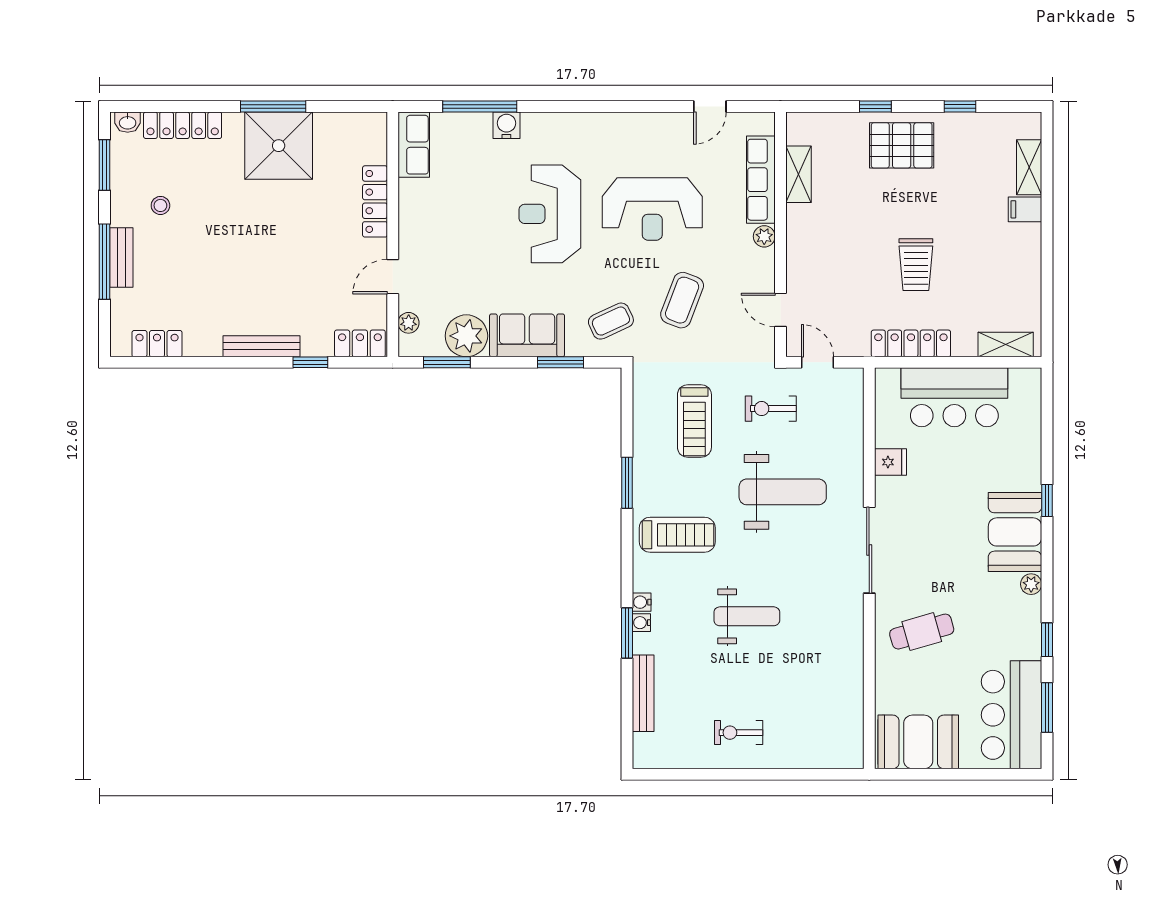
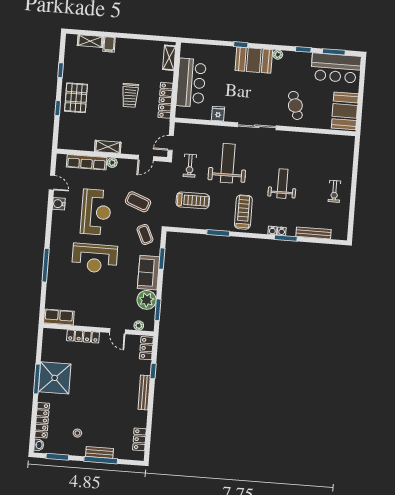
window: (480, 107) -> (46, 265), moved
water cooler: (506, 125) -> (59, 204), moved
shelving: (799, 174) -> (108, 147), moved
trolley: (916, 265) -> (130, 95), turned 90

